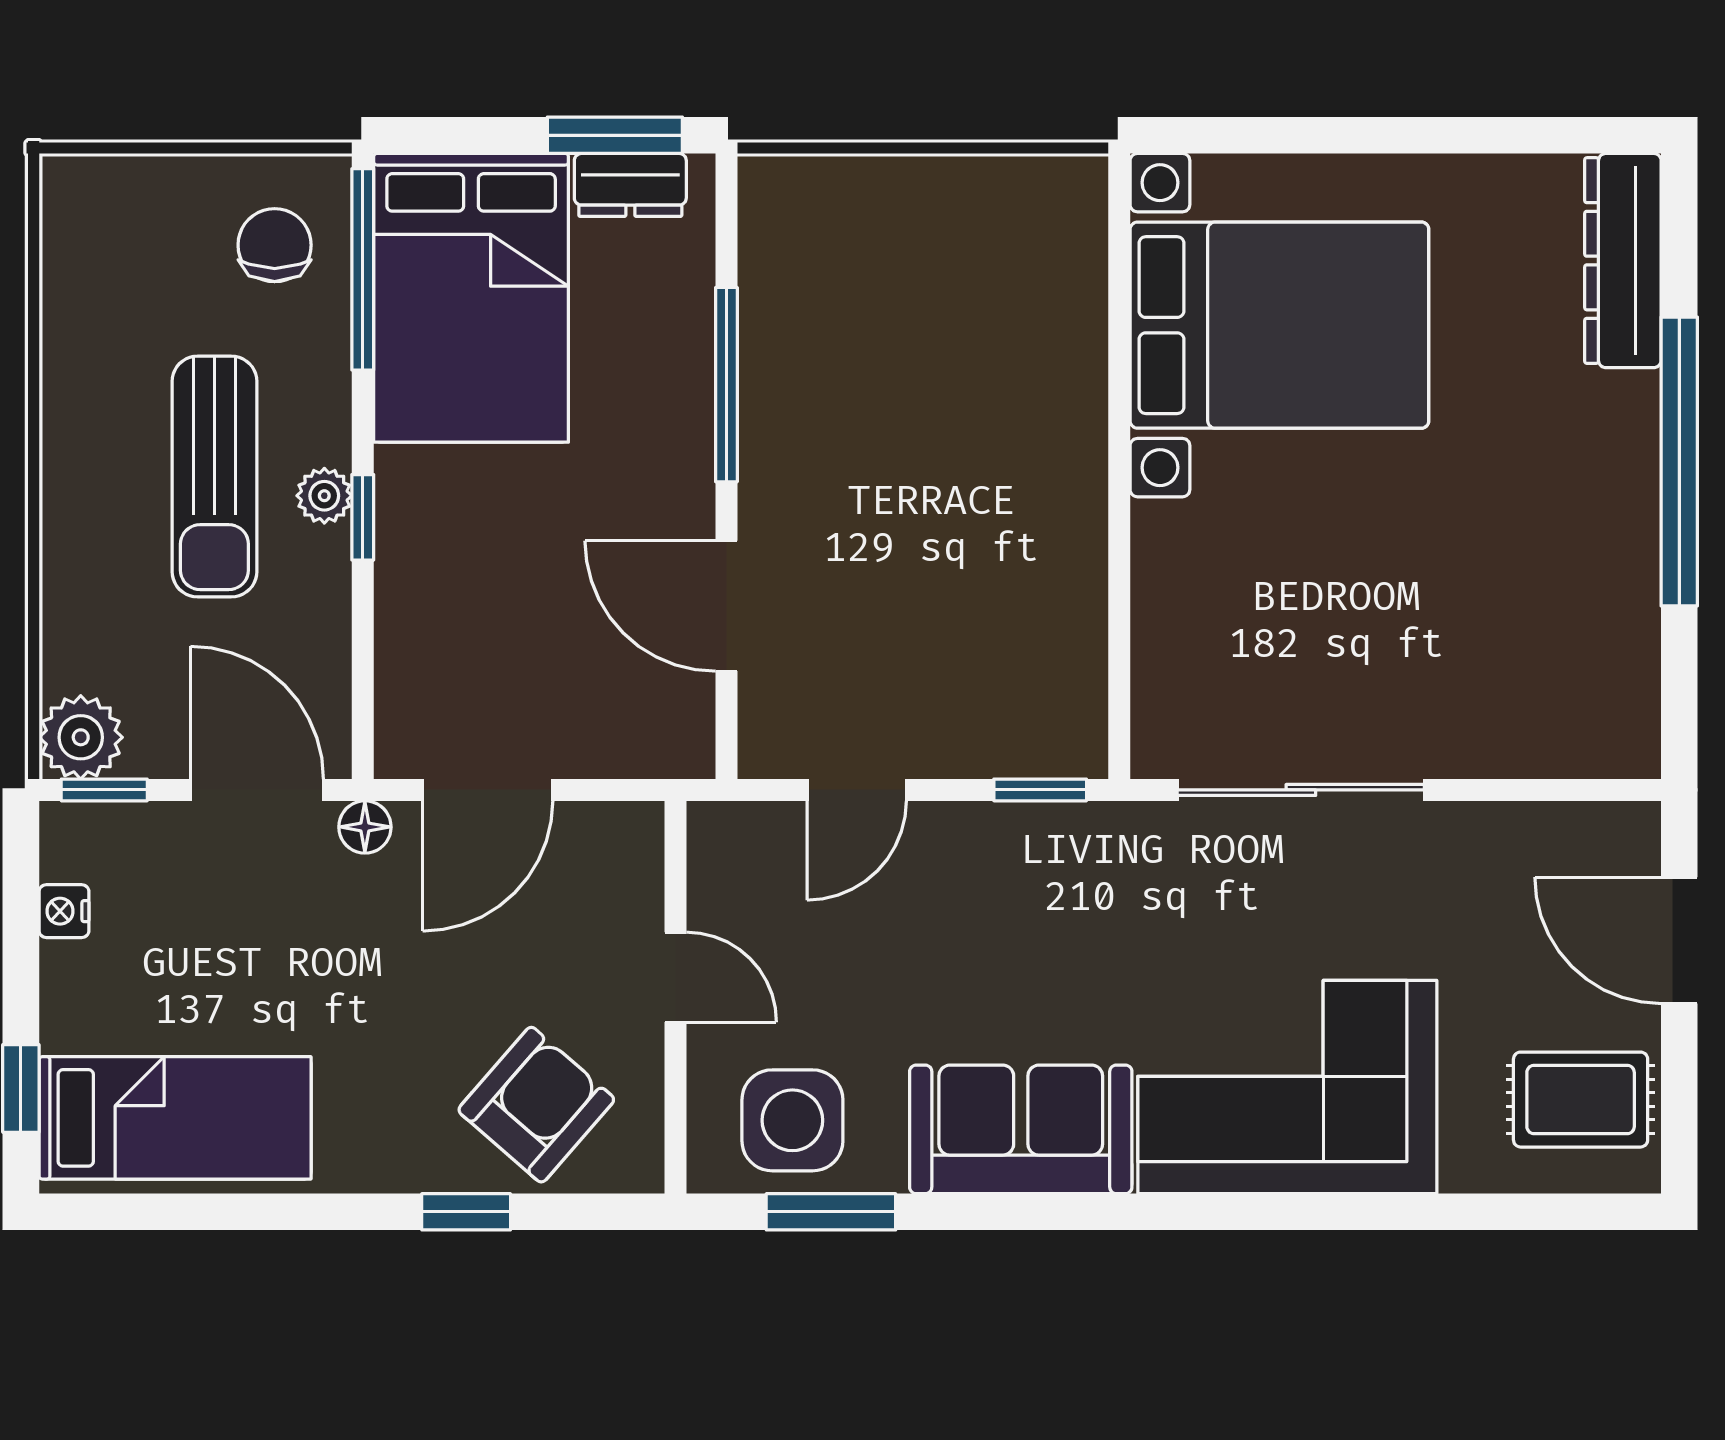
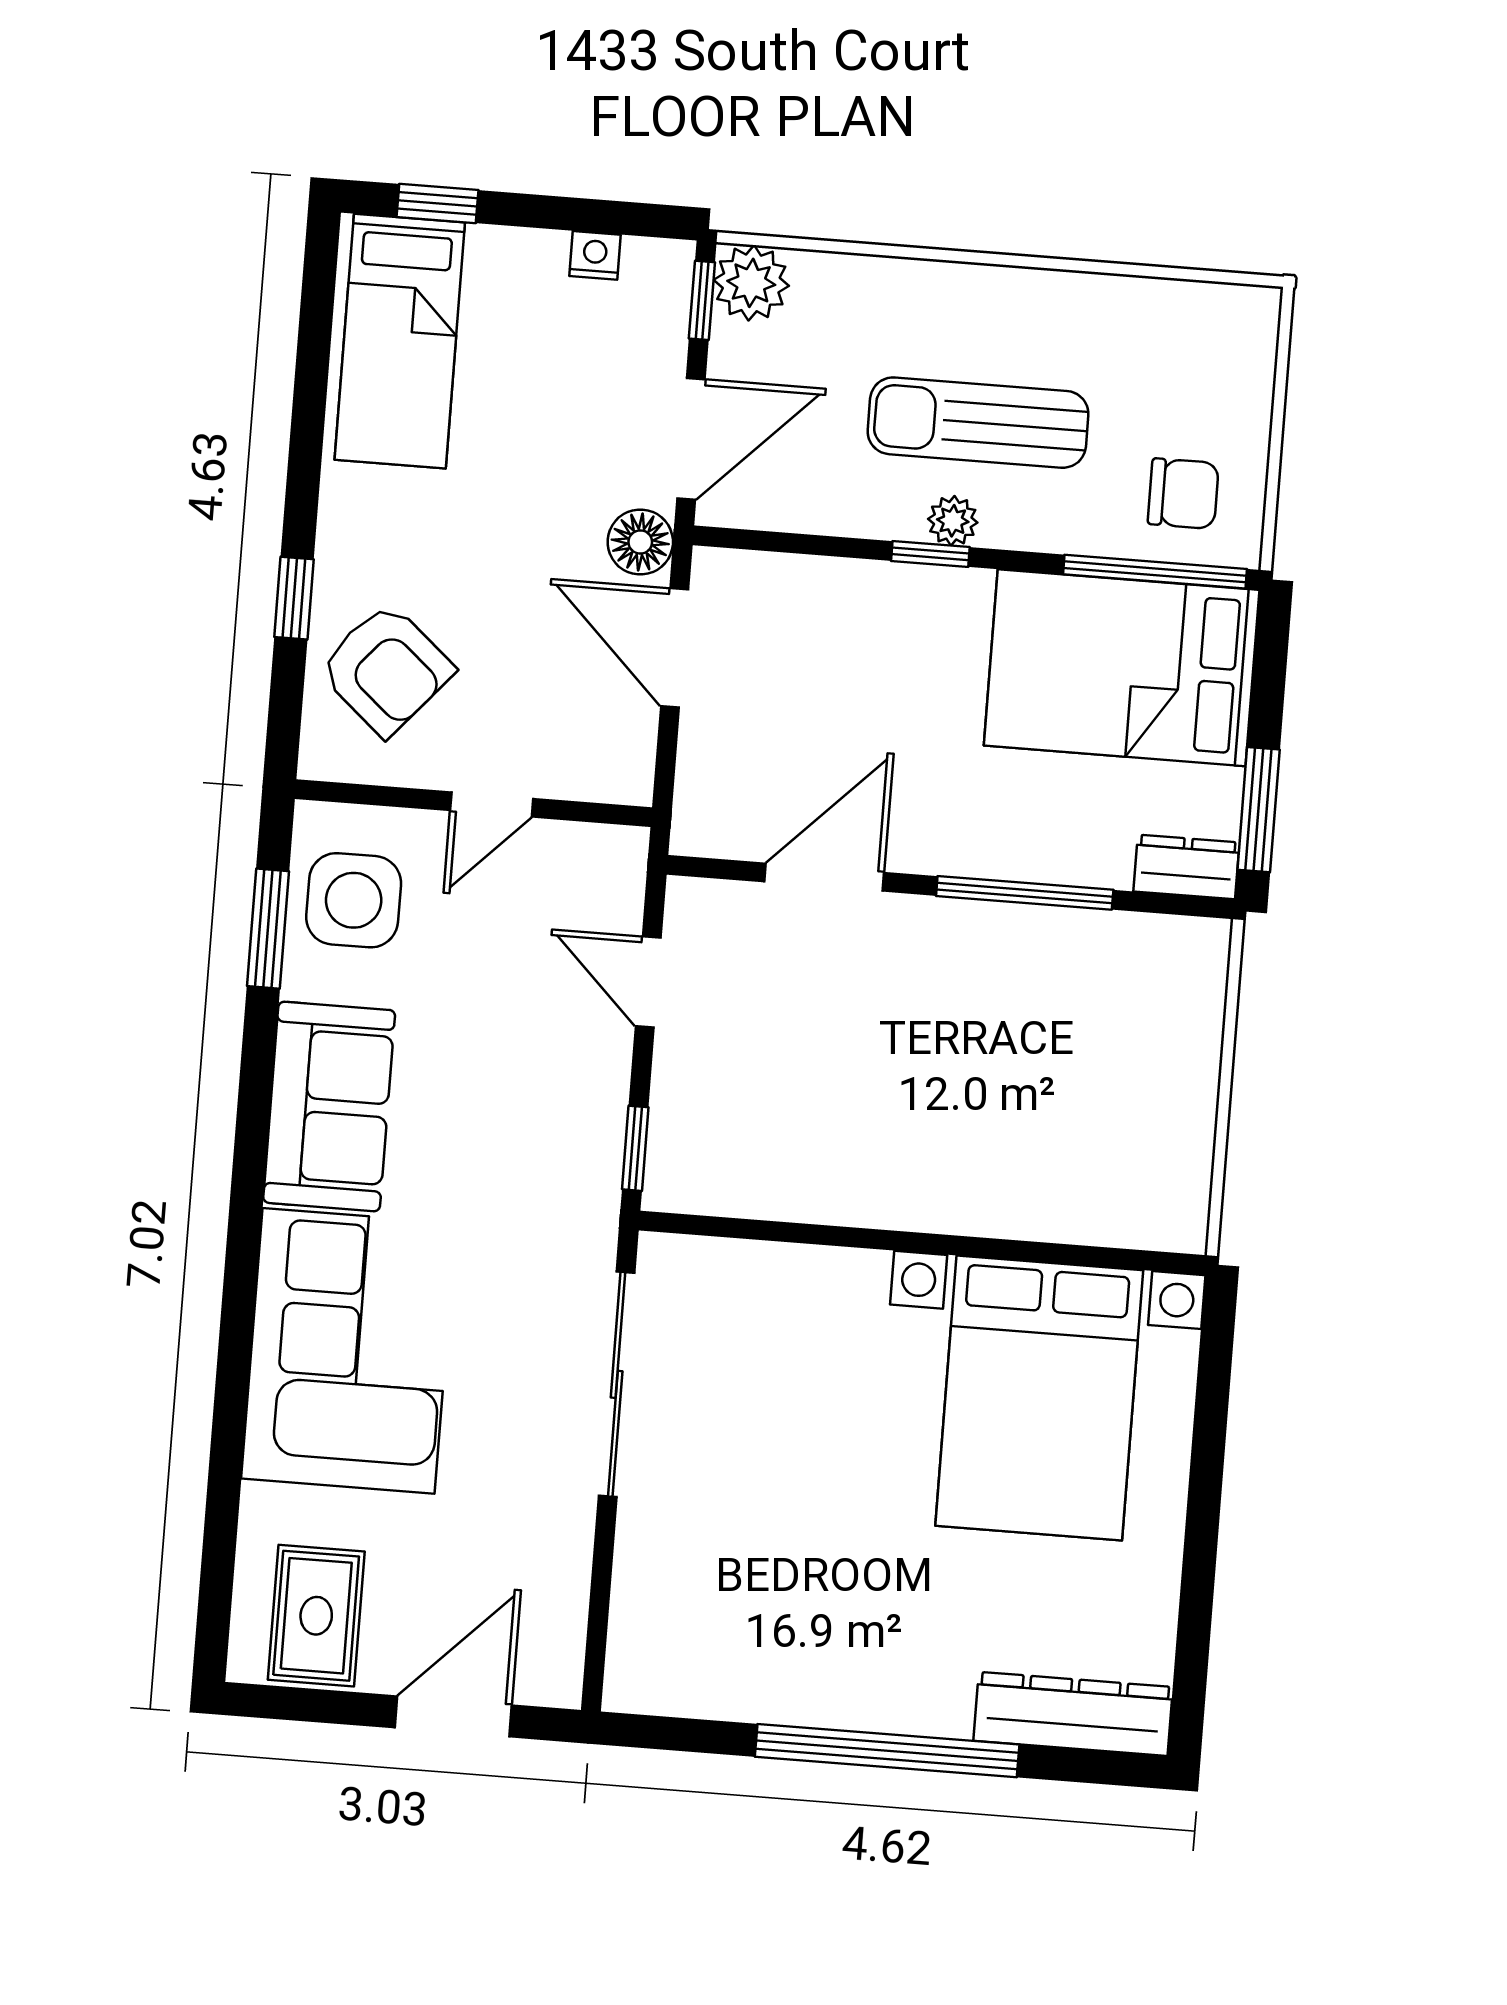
dresser: (630, 185) -> (1186, 867), moved, turned 90
floor lamp: (365, 827) -> (640, 542), width x1.37, depth x1.37

